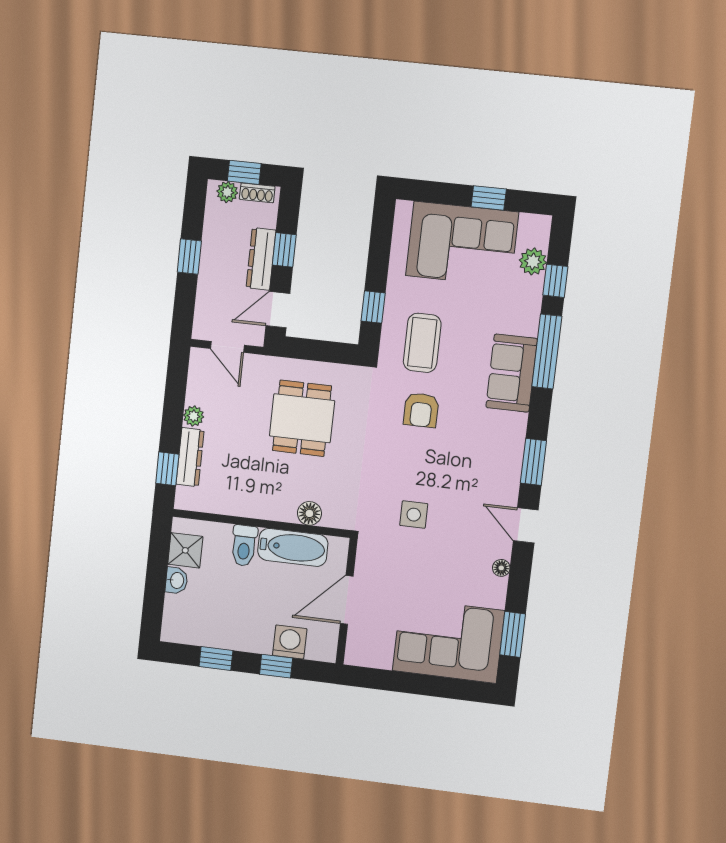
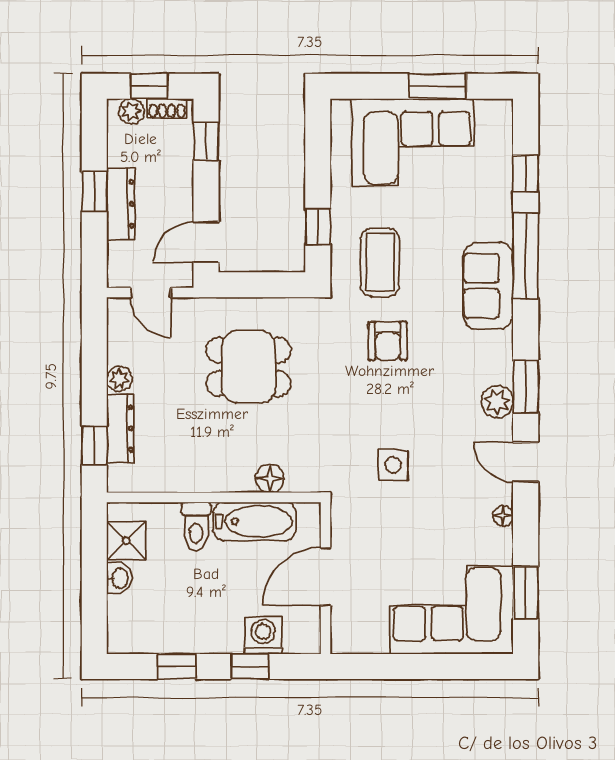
window: (489, 198) -> (437, 86), width x1.50
window: (284, 250) -> (206, 141), moved
dresser: (261, 259) -> (121, 204), moved, turned 180
plant: (533, 261) -> (497, 402), moved
dining table: (302, 418) -> (249, 367), turned 90

